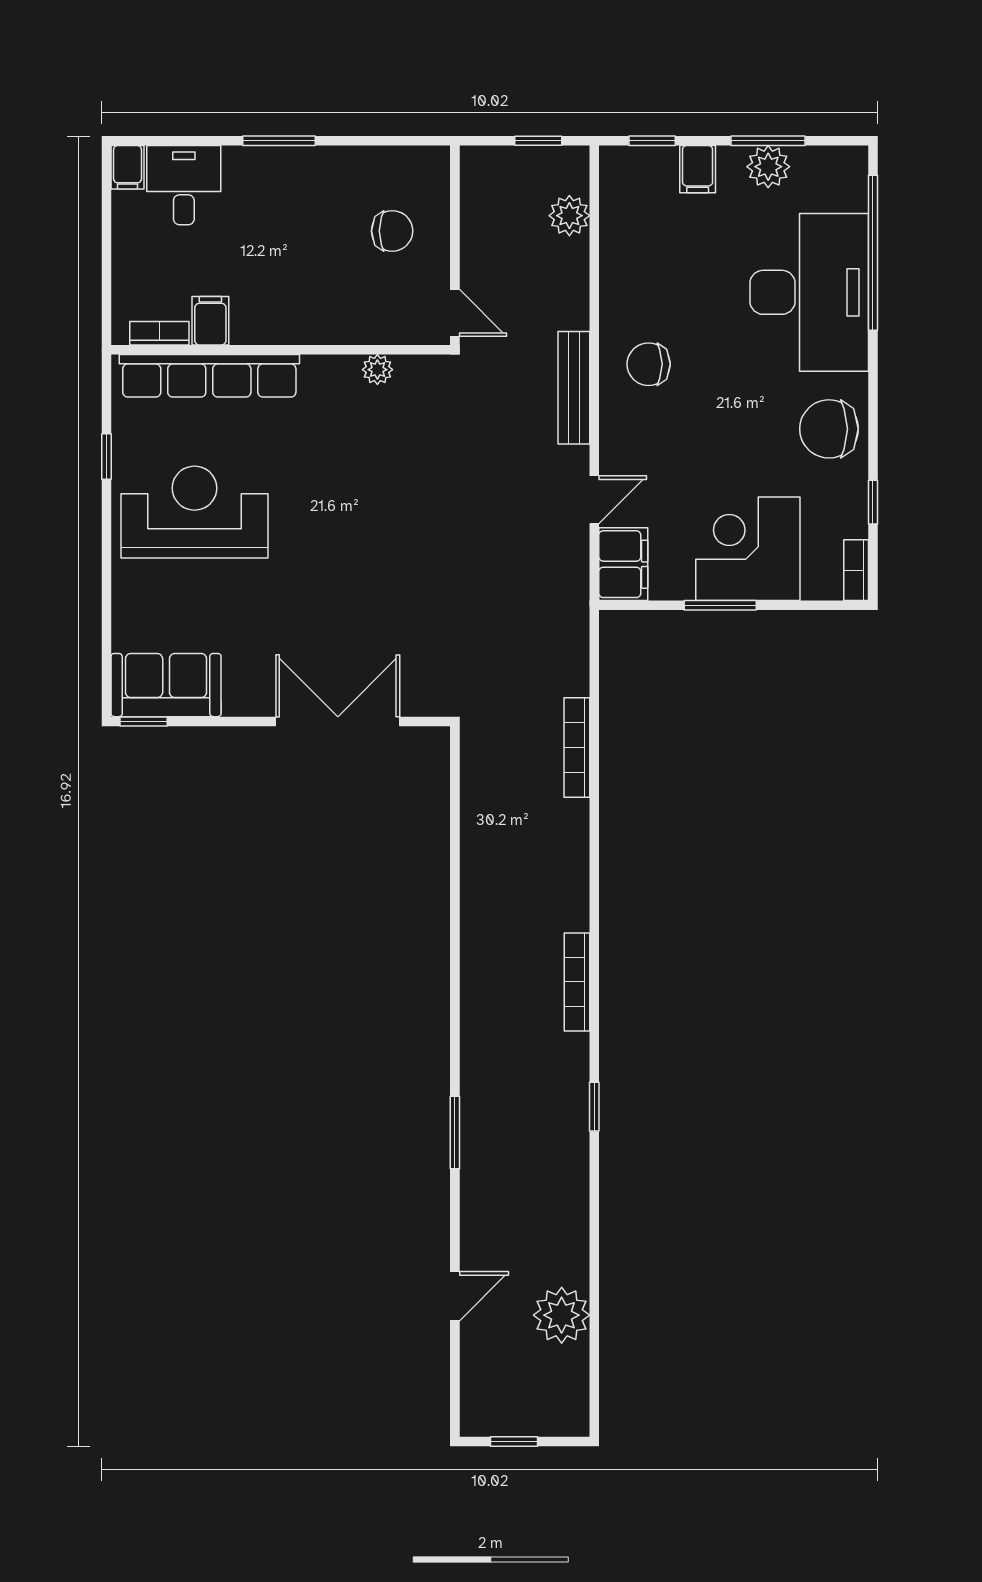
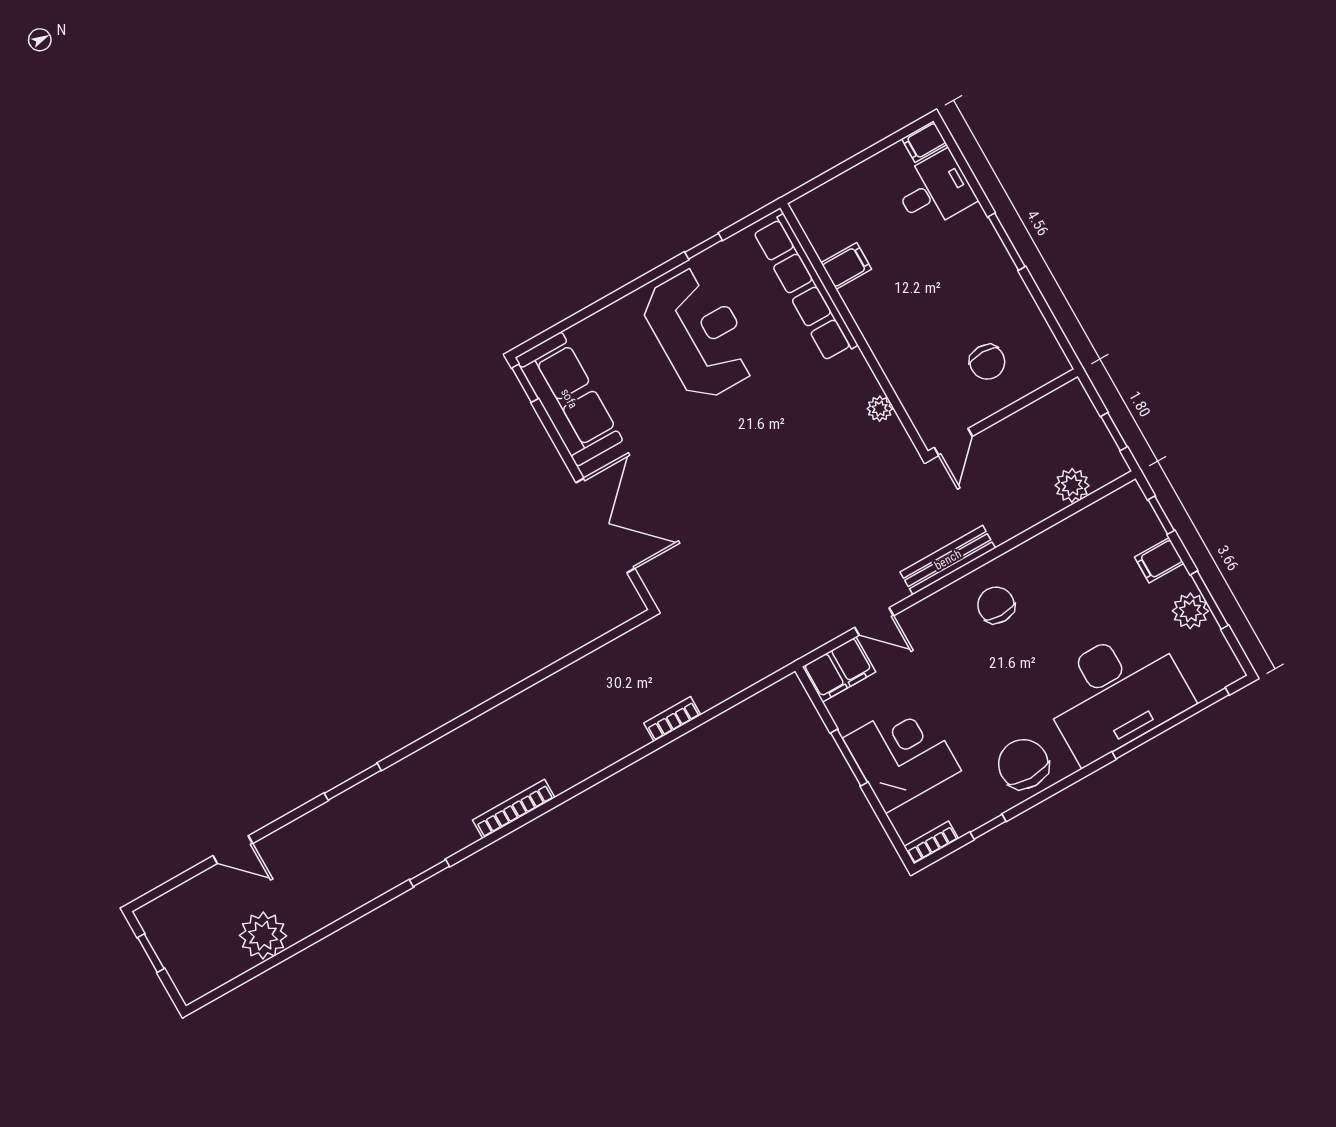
bookcase: (159, 333) -> (816, 234), removed
sofa: (166, 685) -> (569, 399), width x1.36
bookcase: (577, 748) -> (672, 719), width x0.64

